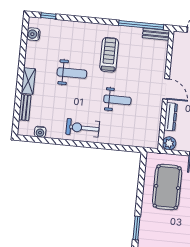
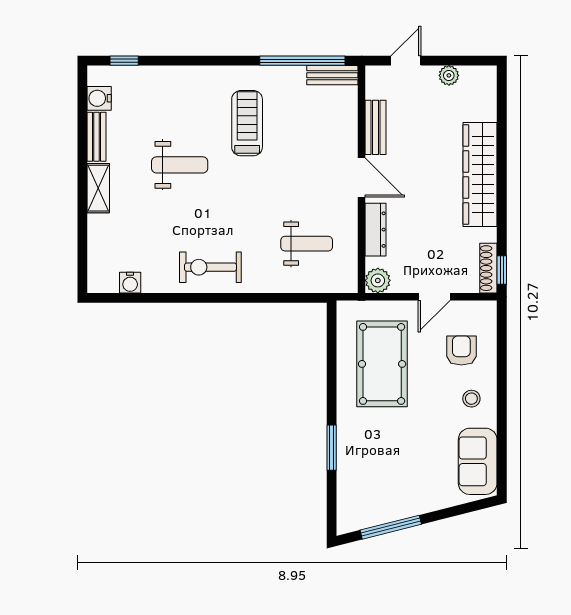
bench: (176, 63) -> (376, 127), added
weight bench: (117, 100) -> (307, 244), moved
bench: (25, 108) -> (97, 137), moved

